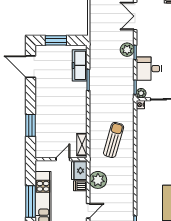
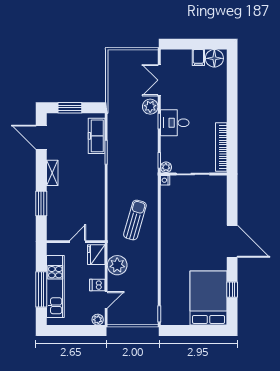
plant: (127, 50) -> (150, 107), moved
desk: (149, 69) -> (175, 123), moved
shelving: (82, 145) -> (52, 173), moved
dishwasher: (80, 186) -> (97, 285), moved

